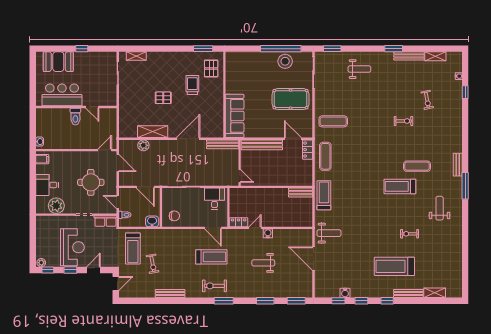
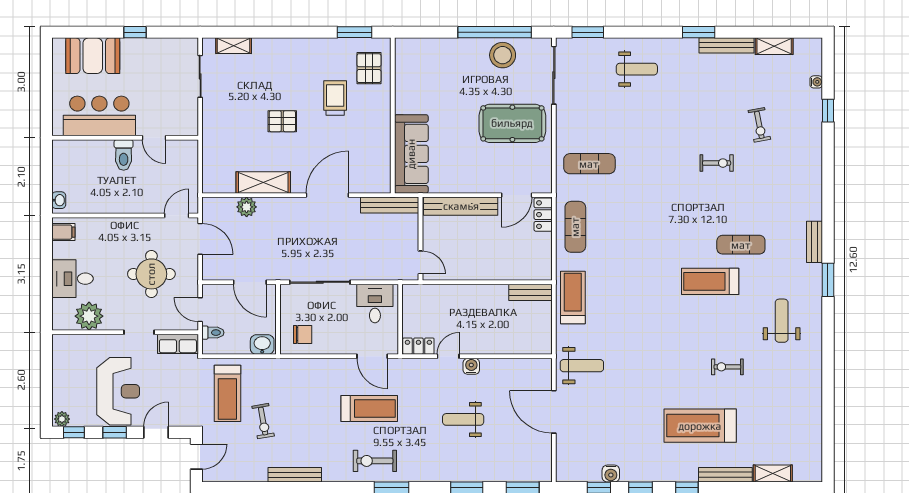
door: (293, 139) -> (517, 195), swing flipped
window: (465, 186) -> (828, 280), width x0.69

